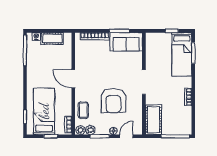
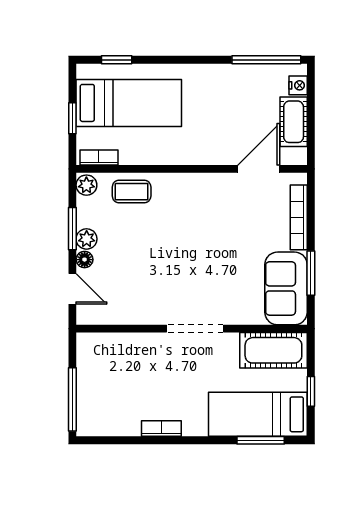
door: (73, 79) -> (259, 169), moved
armchair: (113, 101) -> (153, 260), removed
cot: (153, 120) -> (273, 350), moved
plant: (90, 130) -> (87, 239), moved

